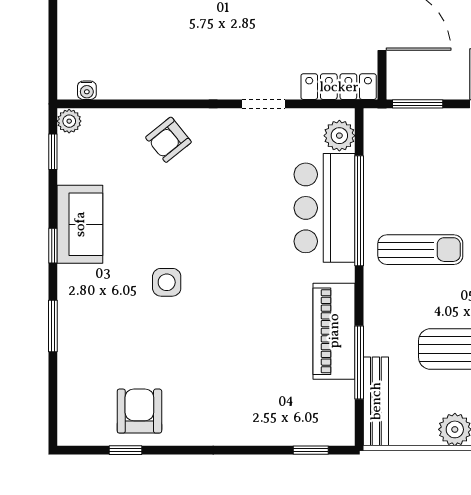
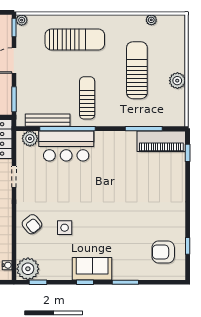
plant: (69, 121) -> (28, 269), width x1.88, depth x1.88
sofa: (80, 224) -> (92, 269), moved
side table: (167, 282) -> (65, 228), moved
piano: (334, 331) -> (161, 141), moved
bench: (376, 401) -> (48, 120), moved
armchair: (139, 411) -> (163, 252), moved

